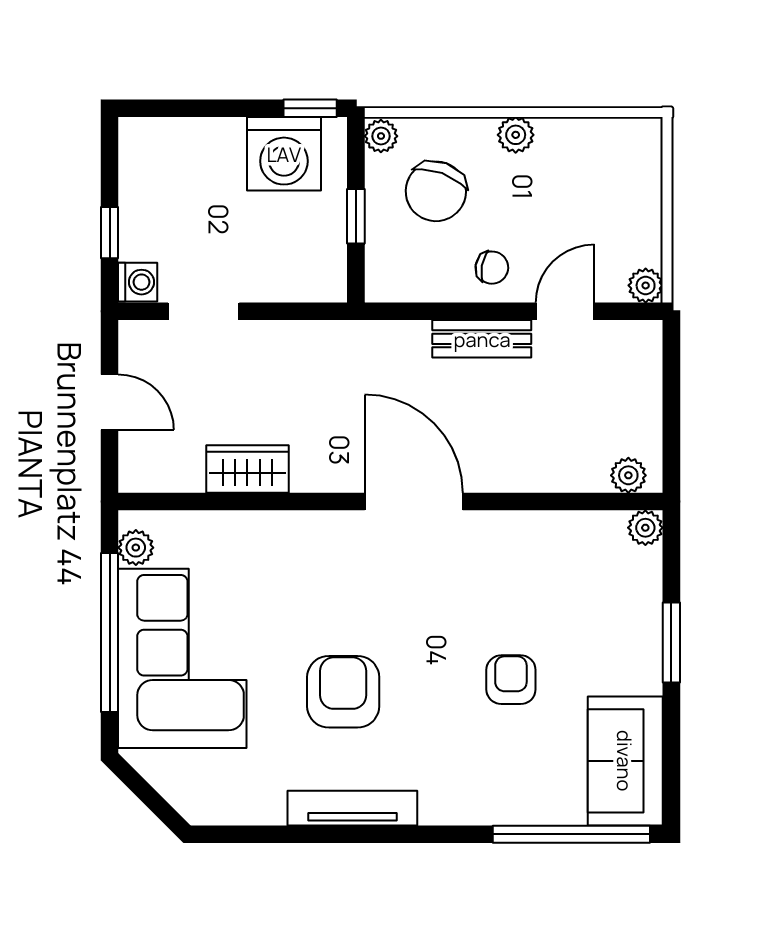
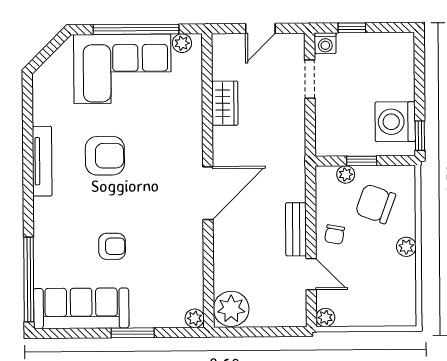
plant: (381, 136) -> (346, 174), moved
plant: (628, 475) -> (231, 309), width x1.87, depth x1.87
sofa: (625, 761) -> (81, 308), width x1.36

